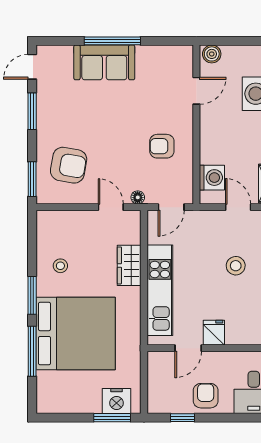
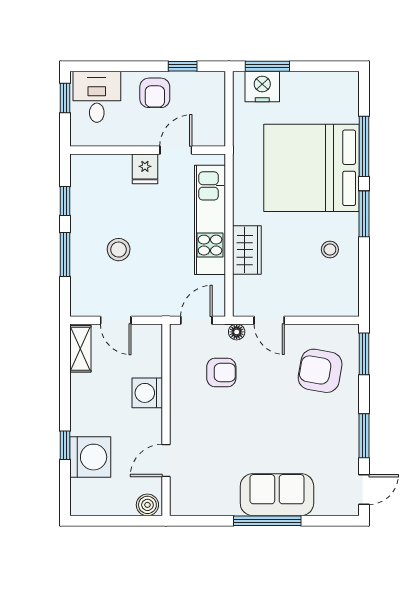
armchair: (162, 146) -> (221, 373), moved
washing machine: (212, 178) -> (147, 393), moved

